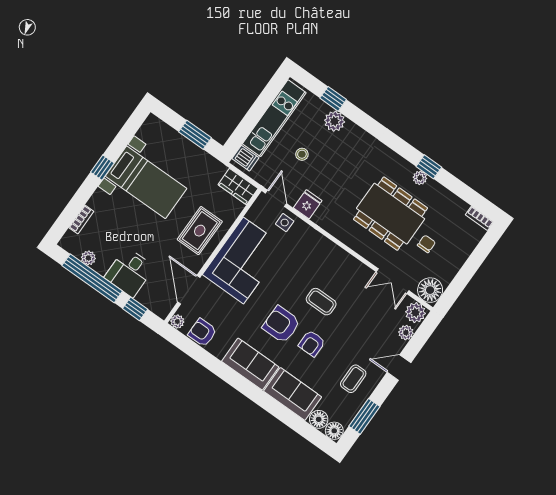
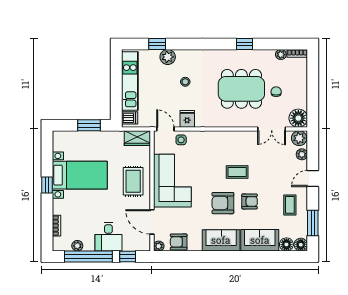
stool: (302, 154) -> (185, 82), moved
plant: (420, 178) -> (281, 55), moved
armchair: (312, 343) -> (250, 201), turned -90

